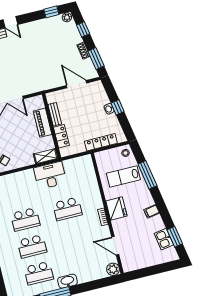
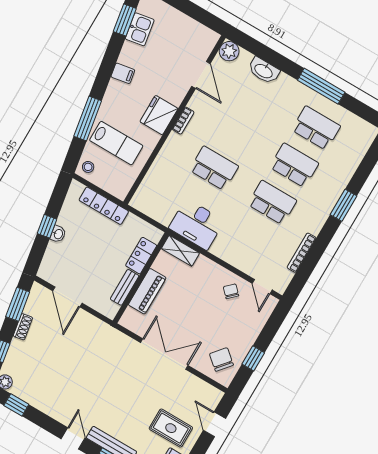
washbasin: (67, 281) -> (264, 71), moved

